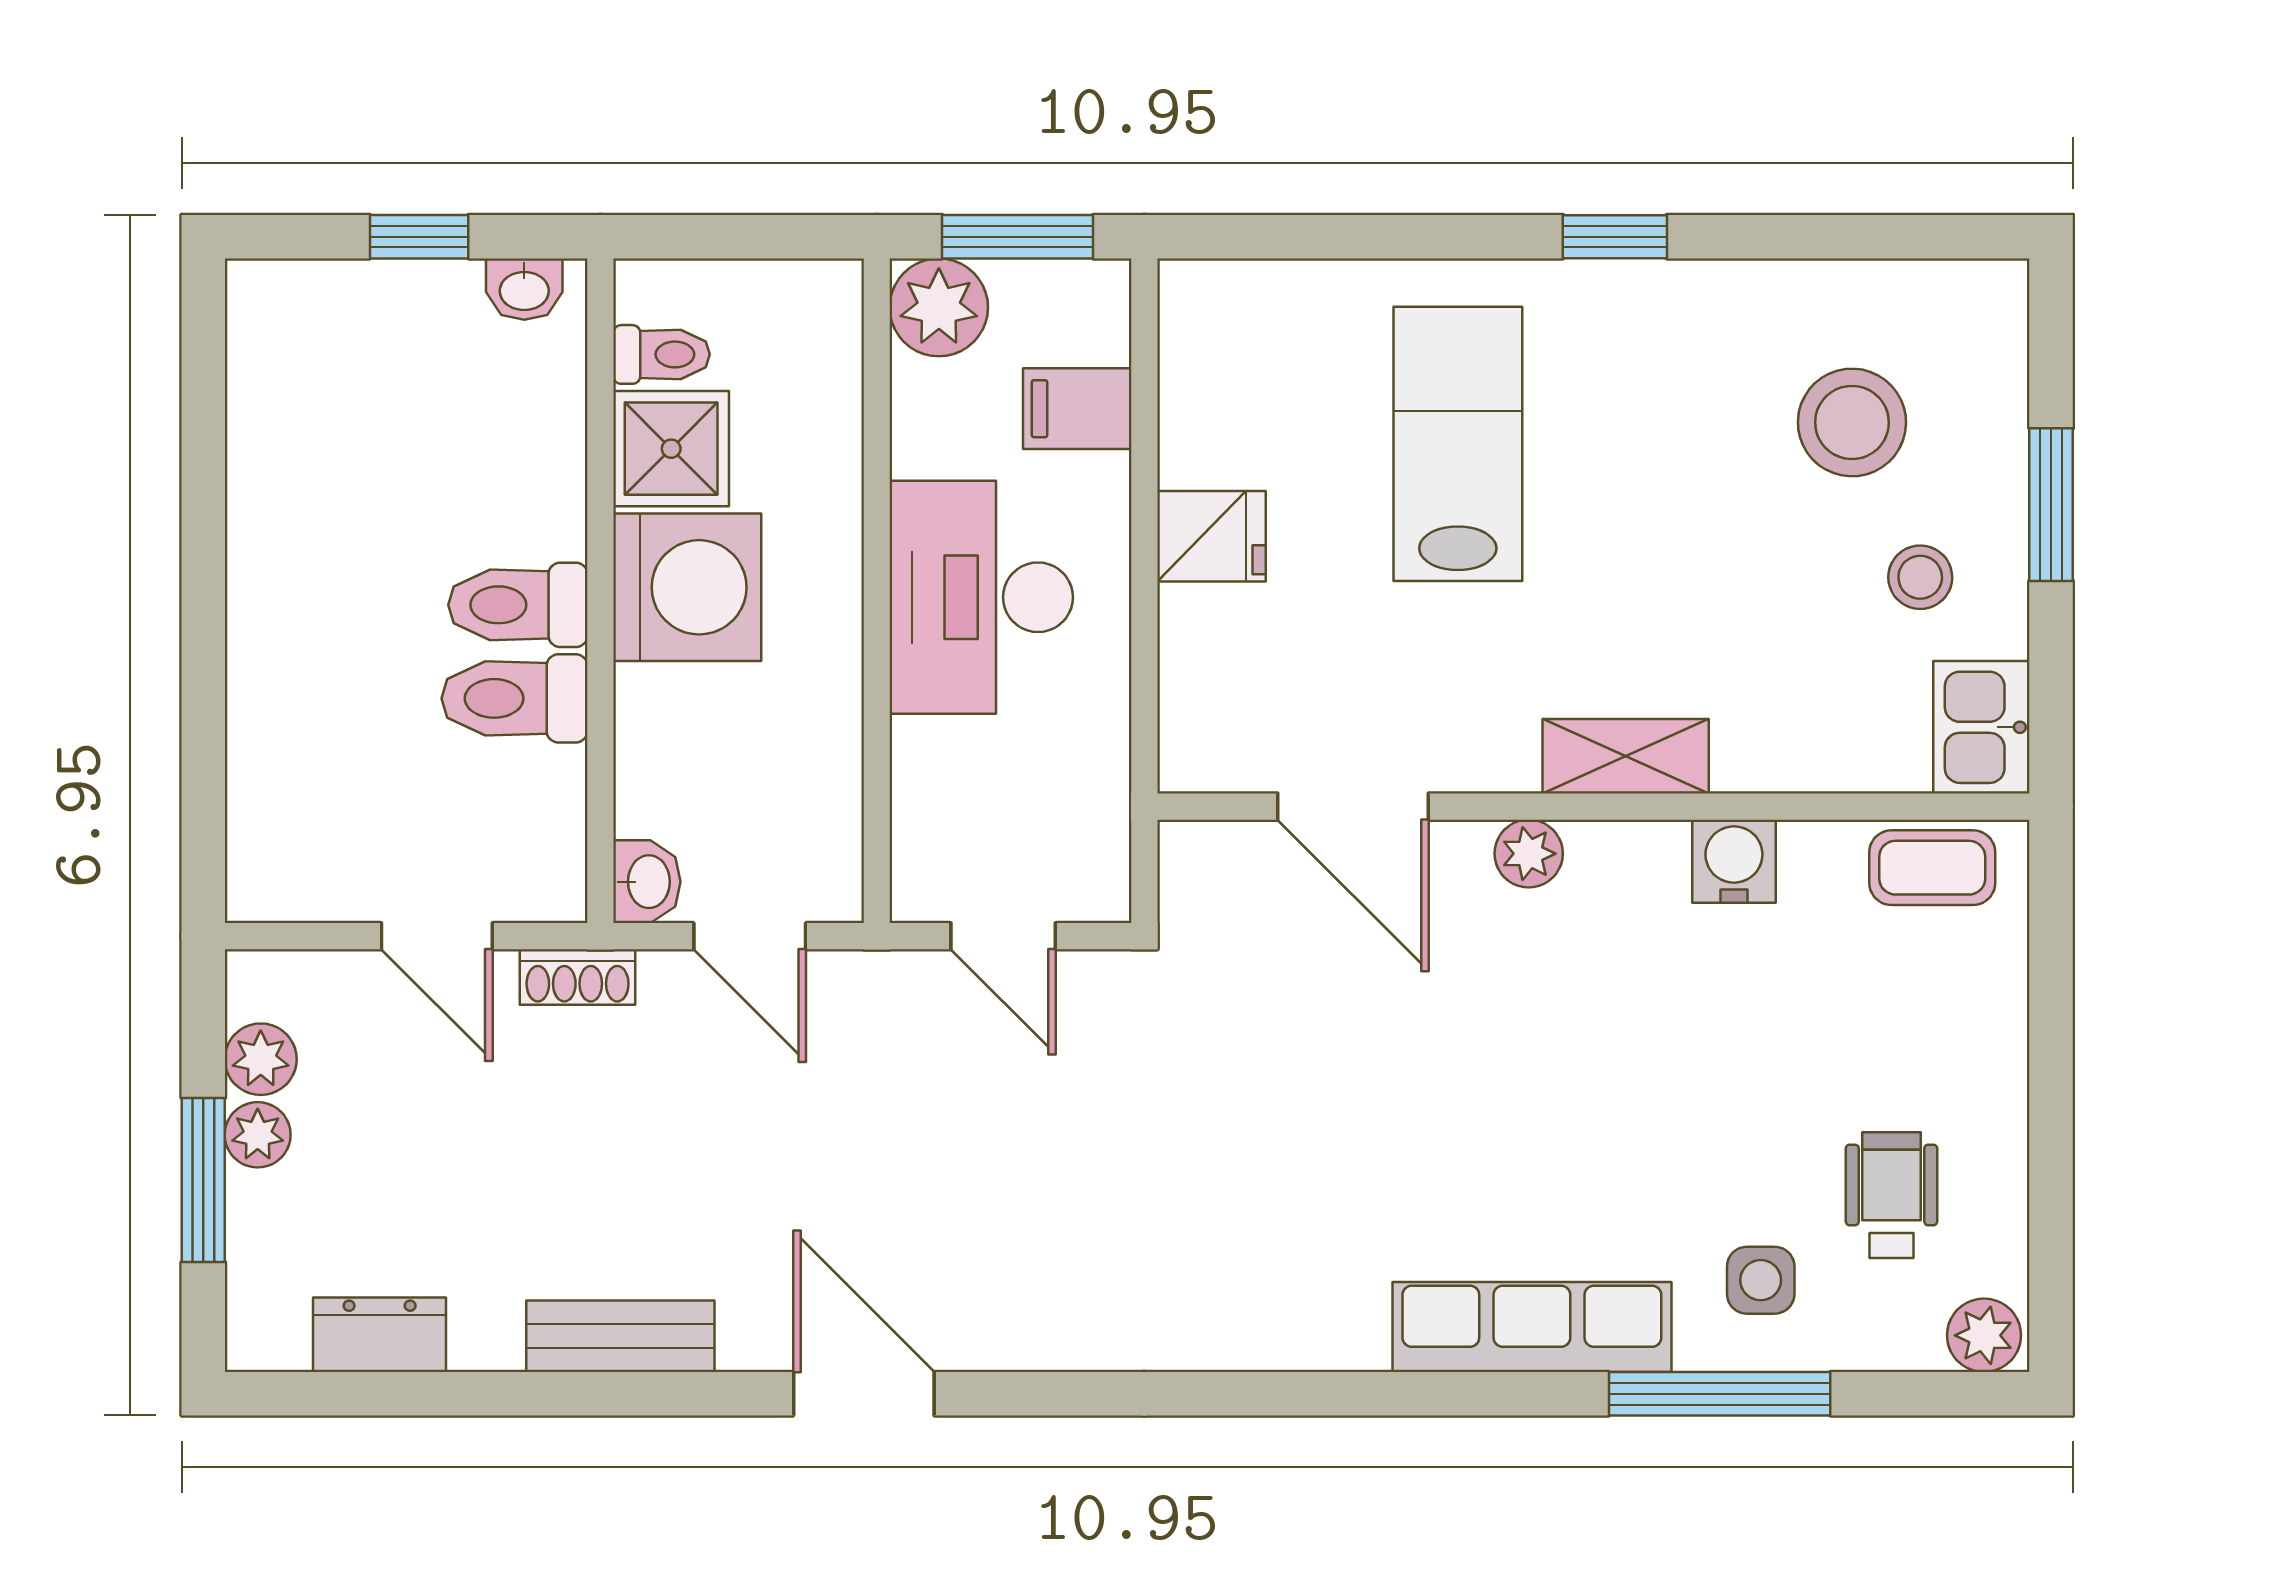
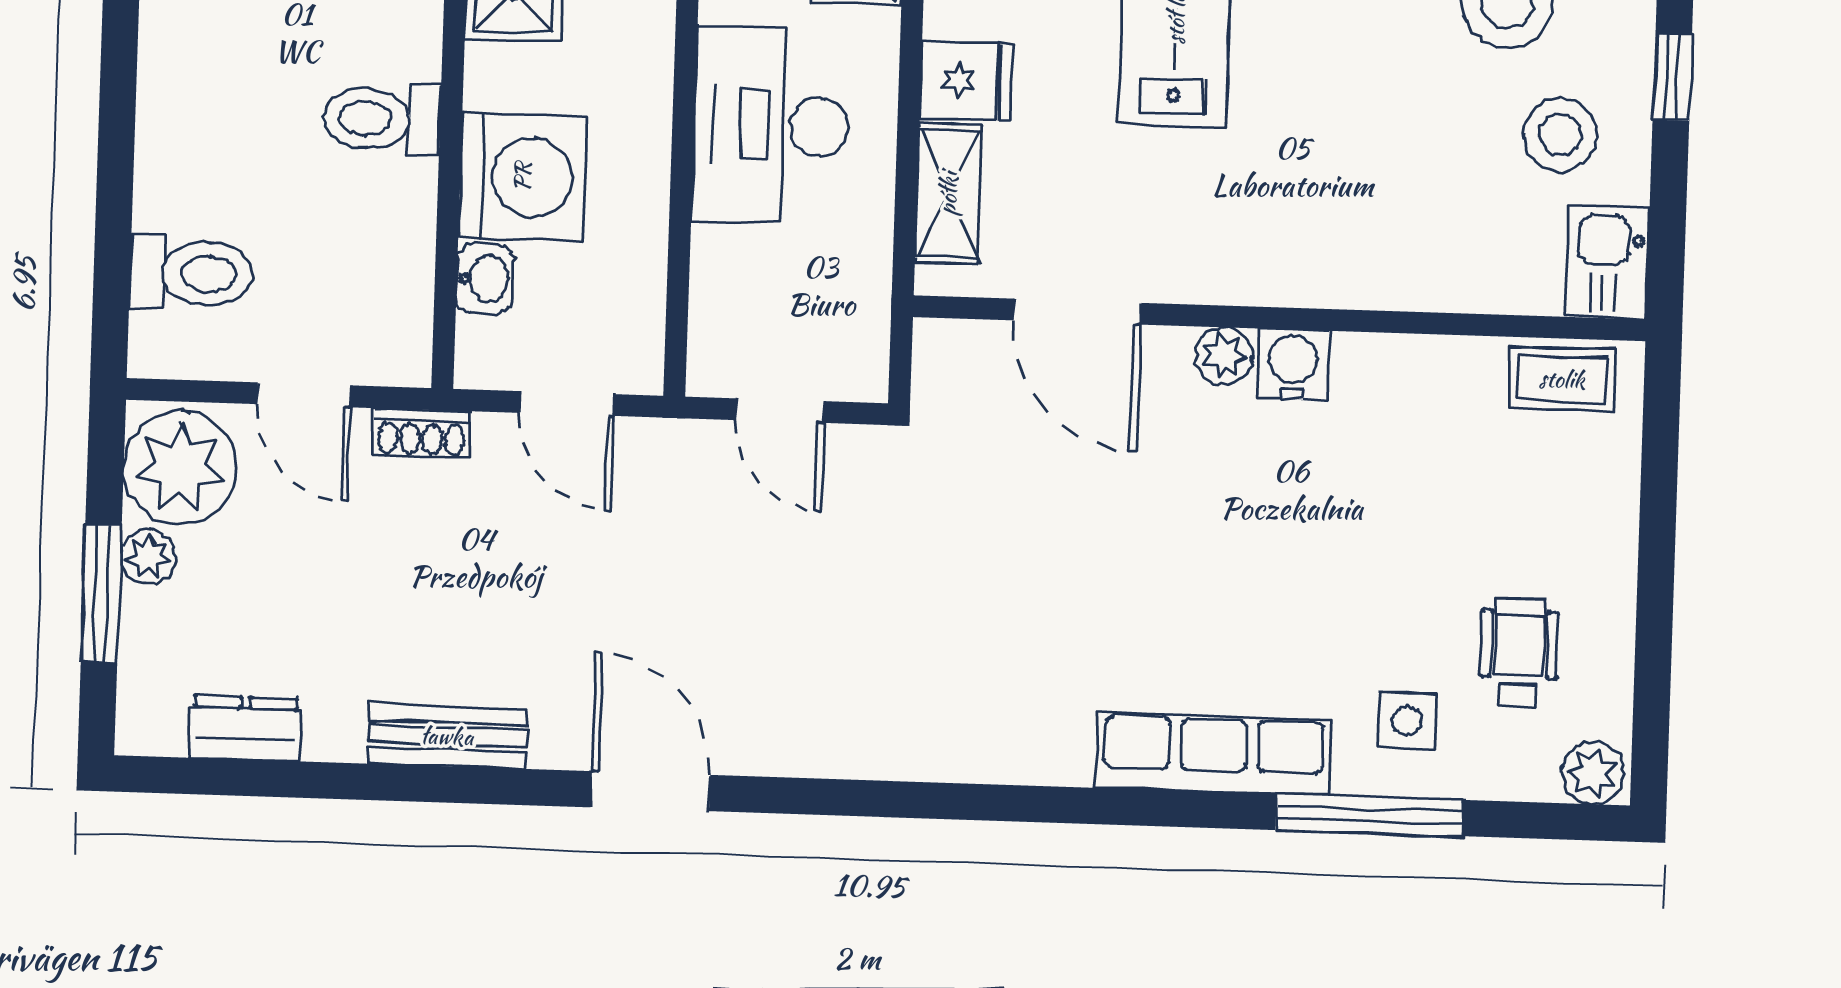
window: (2051, 505) -> (1672, 77), width x0.67
stool: (1920, 577) -> (1560, 135), width x1.37, depth x1.37
washing machine: (687, 587) -> (522, 177), moved
toilet: (515, 698) -> (191, 273), moved, turned 180
shelving: (1626, 756) -> (948, 194), moved, turned 90
water cooler: (1734, 861) -> (1293, 365), moved
washbasin: (647, 882) -> (485, 279), moved
plant: (261, 1059) -> (180, 468), width x1.88, depth x1.88

